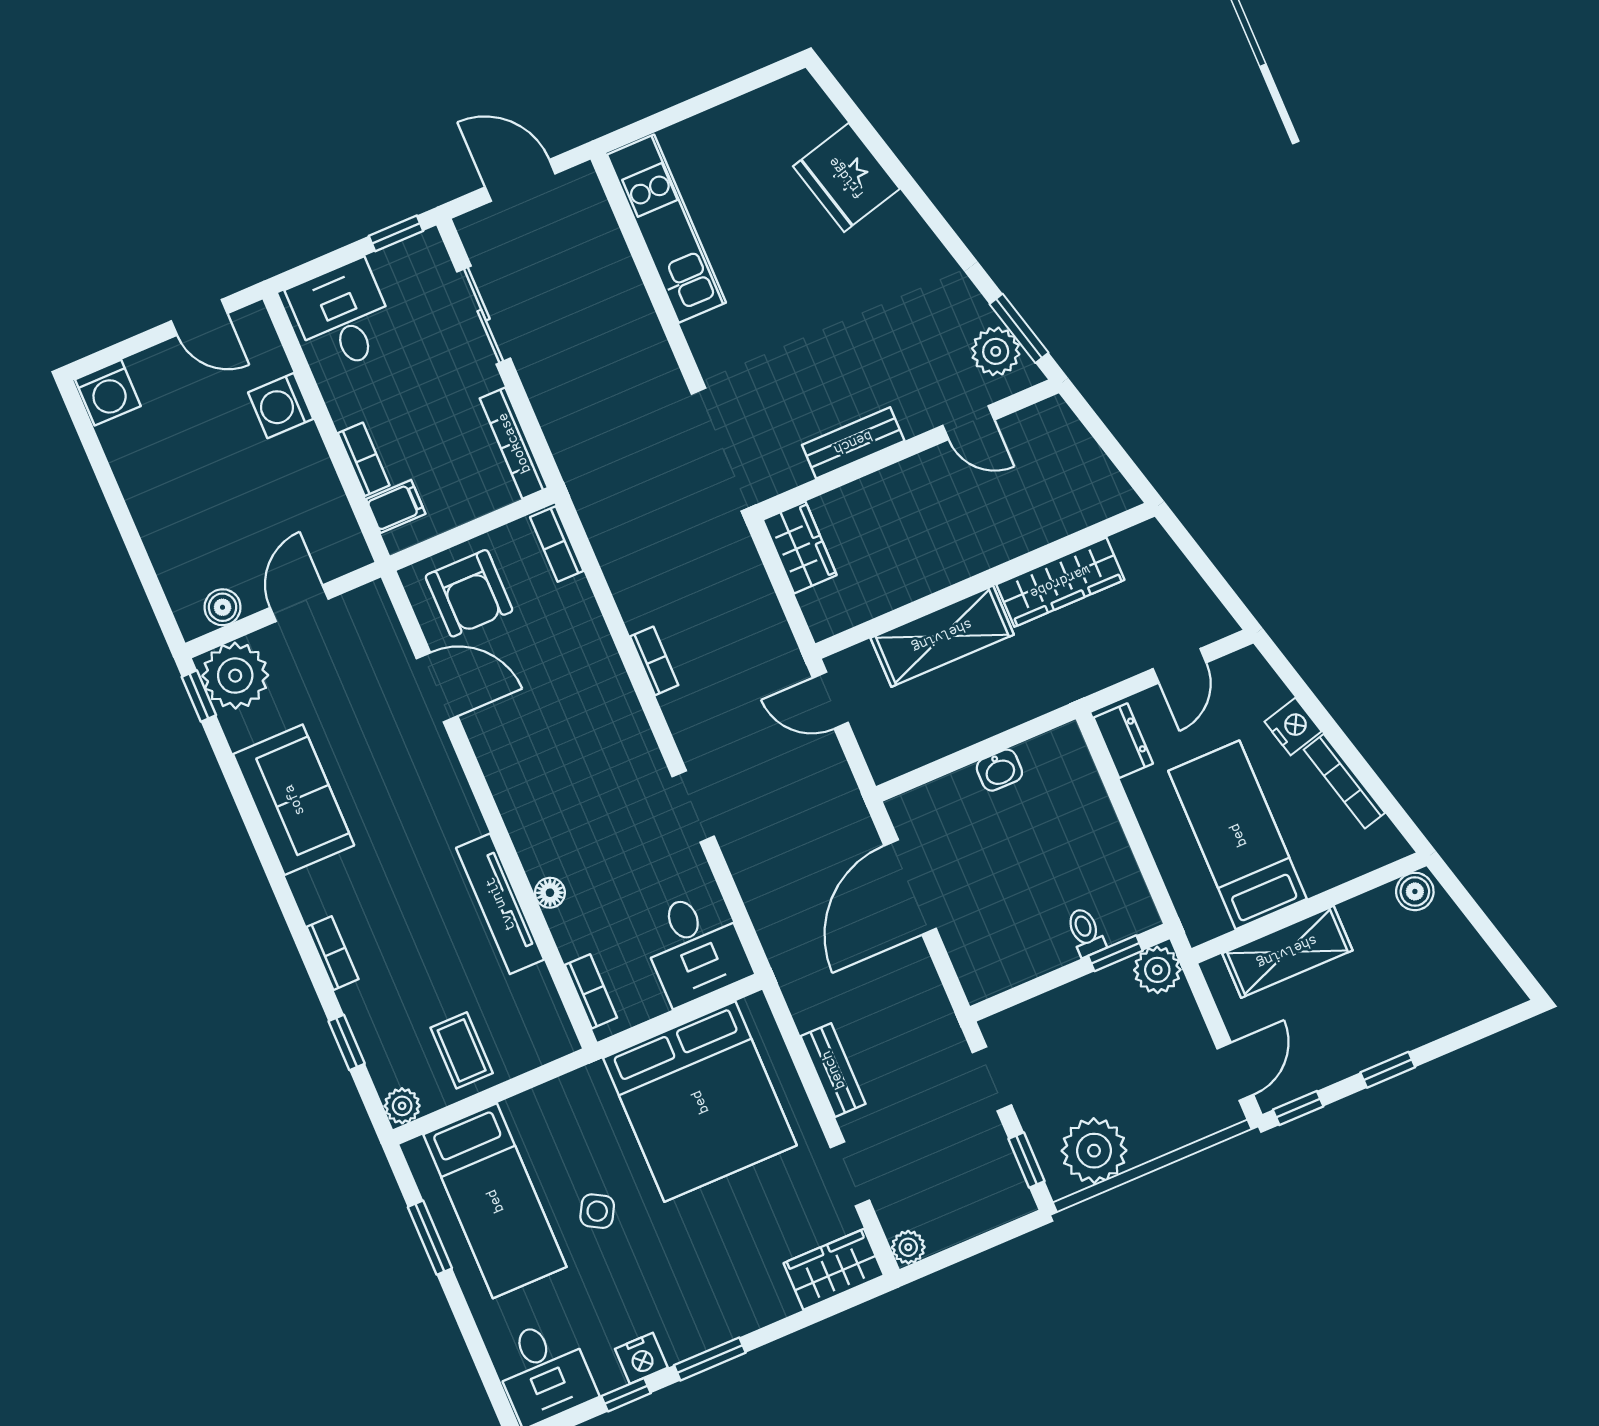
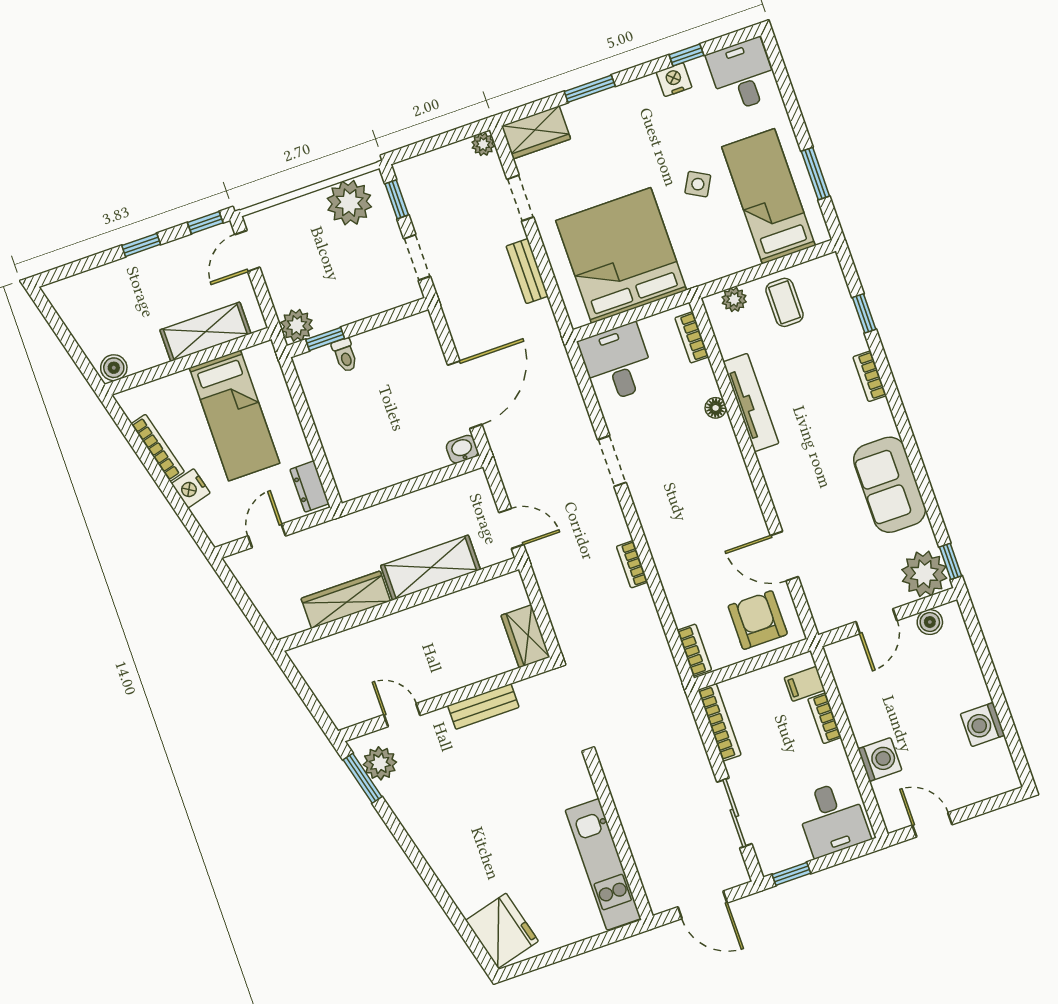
fridge: (846, 178) -> (502, 931), moved
washing machine: (108, 393) -> (983, 725), moved, turned -90
washbasin: (999, 770) -> (462, 449), moved
plant: (402, 1106) -> (734, 299), moved
window: (710, 1359) -> (590, 89), moved

